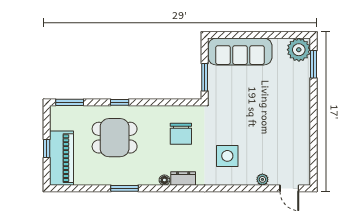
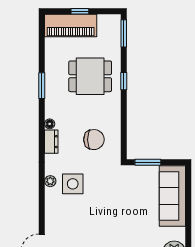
chair: (181, 134) -> (94, 140), turned 180
dining table: (115, 138) -> (90, 76), turned 90
plant: (262, 179) -> (50, 181), moved

